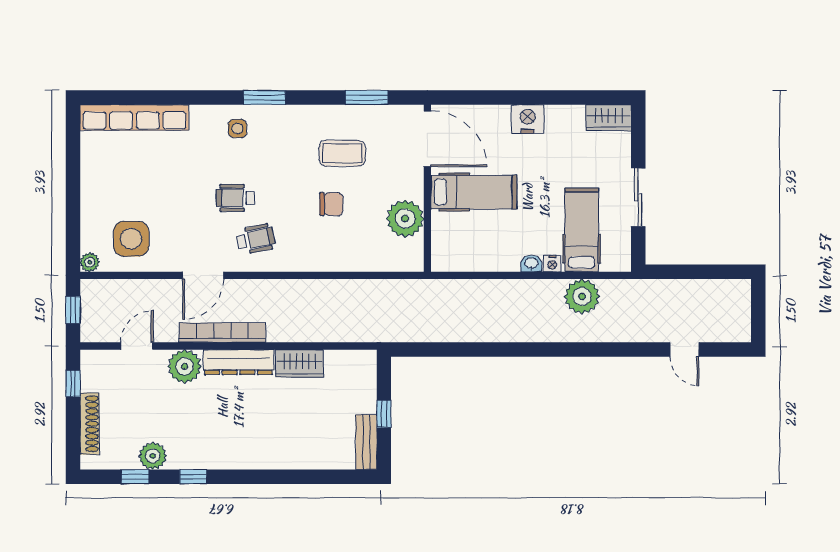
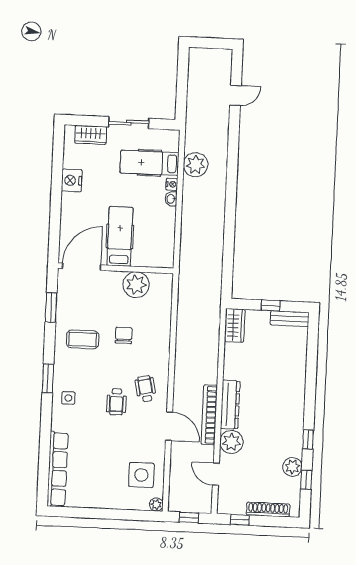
wardrobe: (609, 118) -> (91, 135), moved, turned 90
nightstand: (528, 119) -> (72, 180), moved
coffee table: (342, 153) -> (83, 339), moved, turned 90
wardrobe: (299, 363) -> (235, 325), moved

